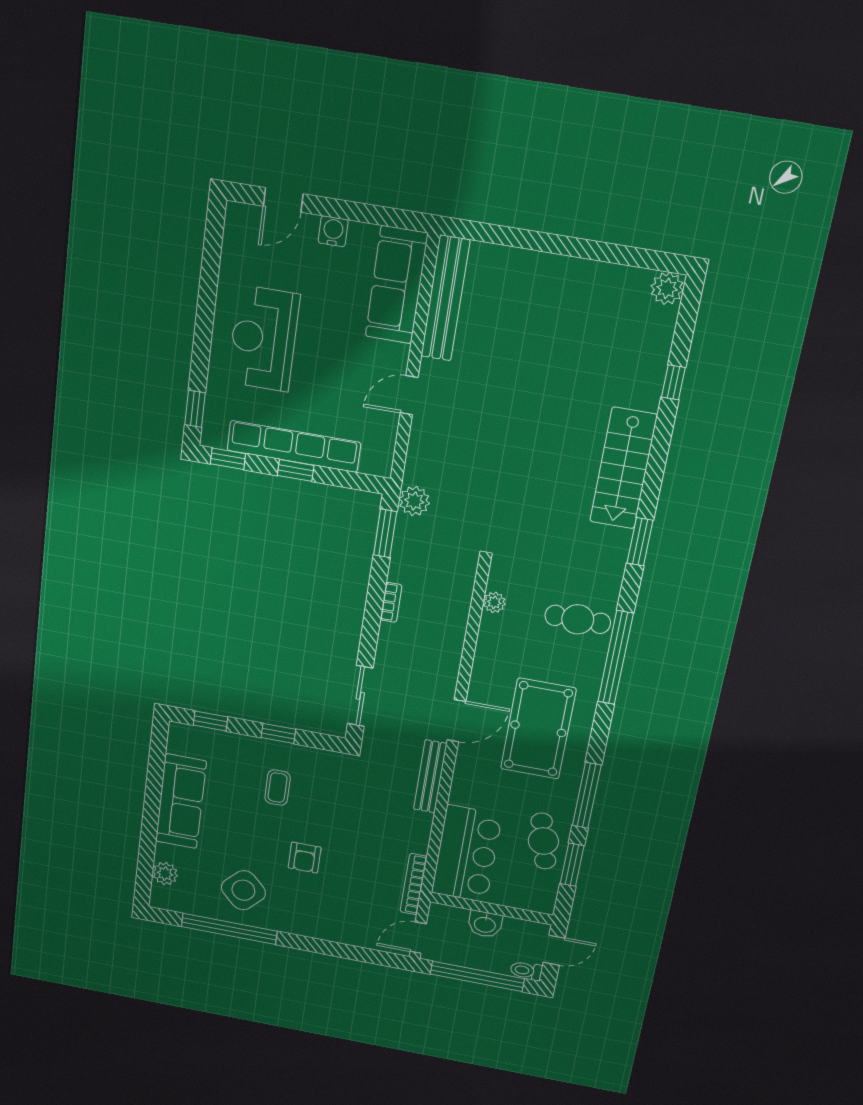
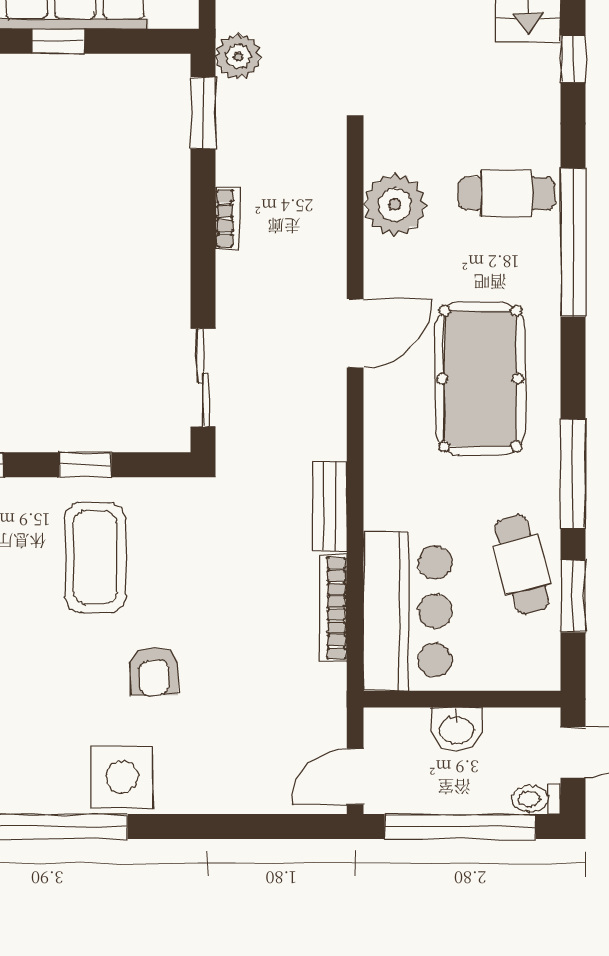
window: (640, 542) -> (573, 59), width x0.67
plant: (494, 602) -> (395, 205), width x1.88, depth x1.88
door: (456, 721) -> (355, 333), moved
bench: (430, 776) -> (330, 506), width x0.73
coffee table: (278, 788) -> (95, 557), width x1.86, depth x1.72
bookcase: (414, 884) -> (333, 608), moved
side table: (243, 890) -> (122, 777), moved, turned 45

